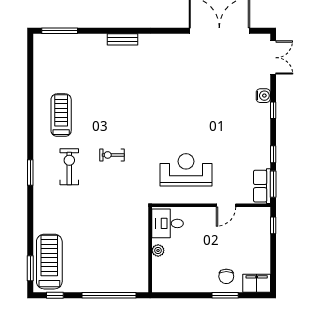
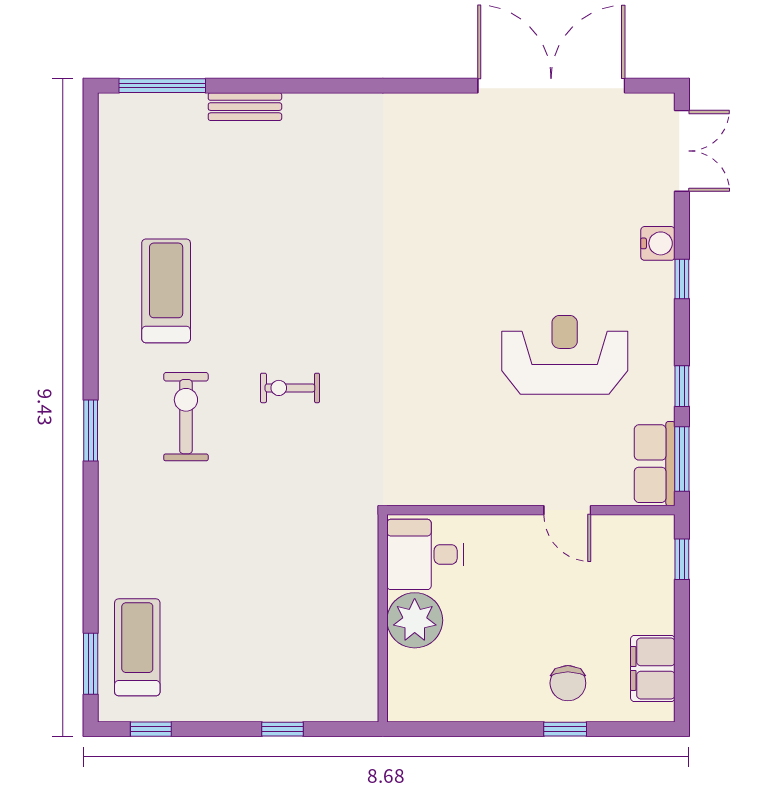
bench: (122, 39) -> (245, 107), moved
reception desk: (186, 170) -> (565, 355), moved
door: (226, 205) -> (567, 510), hinge flipped
plant: (158, 250) -> (415, 620), width x1.88, depth x1.88
treadmill: (49, 262) -> (137, 647), width x0.73, depth x0.73
filing cabinet: (257, 283) -> (653, 668), moved, turned -90
window: (109, 295) -> (282, 729), width x0.32
window: (225, 295) -> (565, 729), width x0.67

